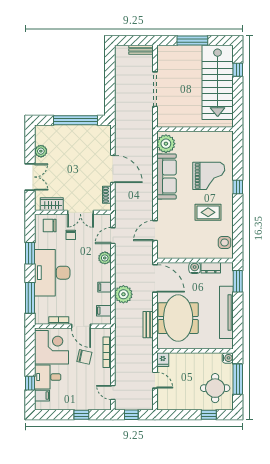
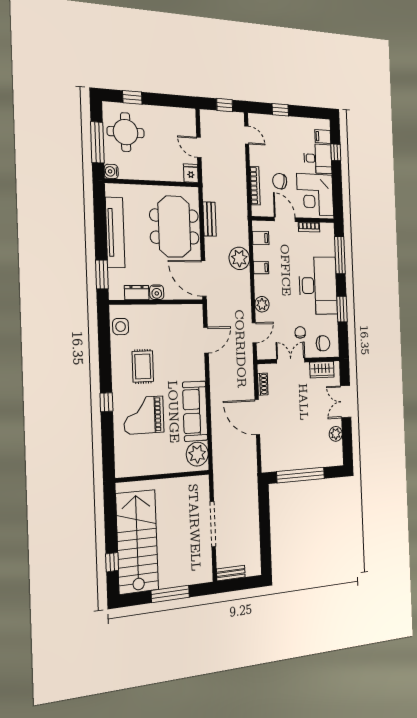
rug: (208, 212) -> (143, 366), turned 90

